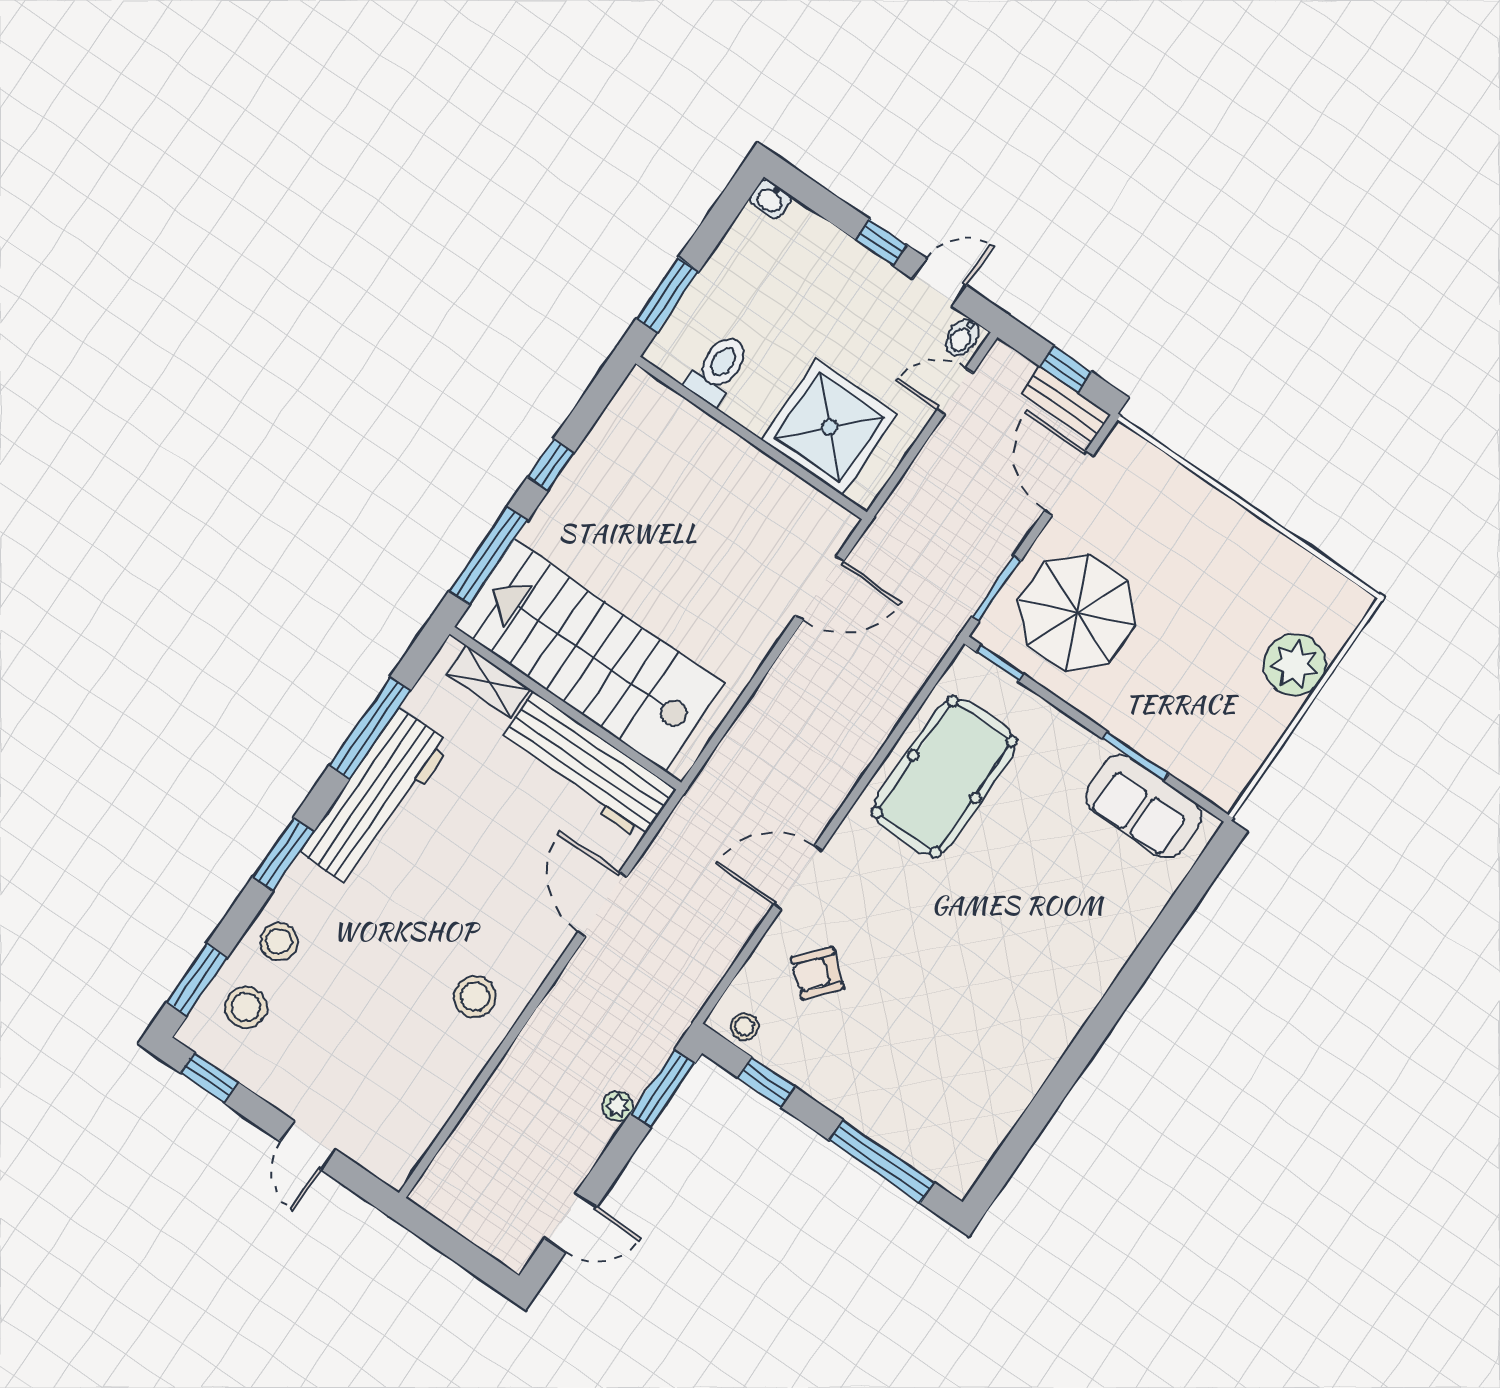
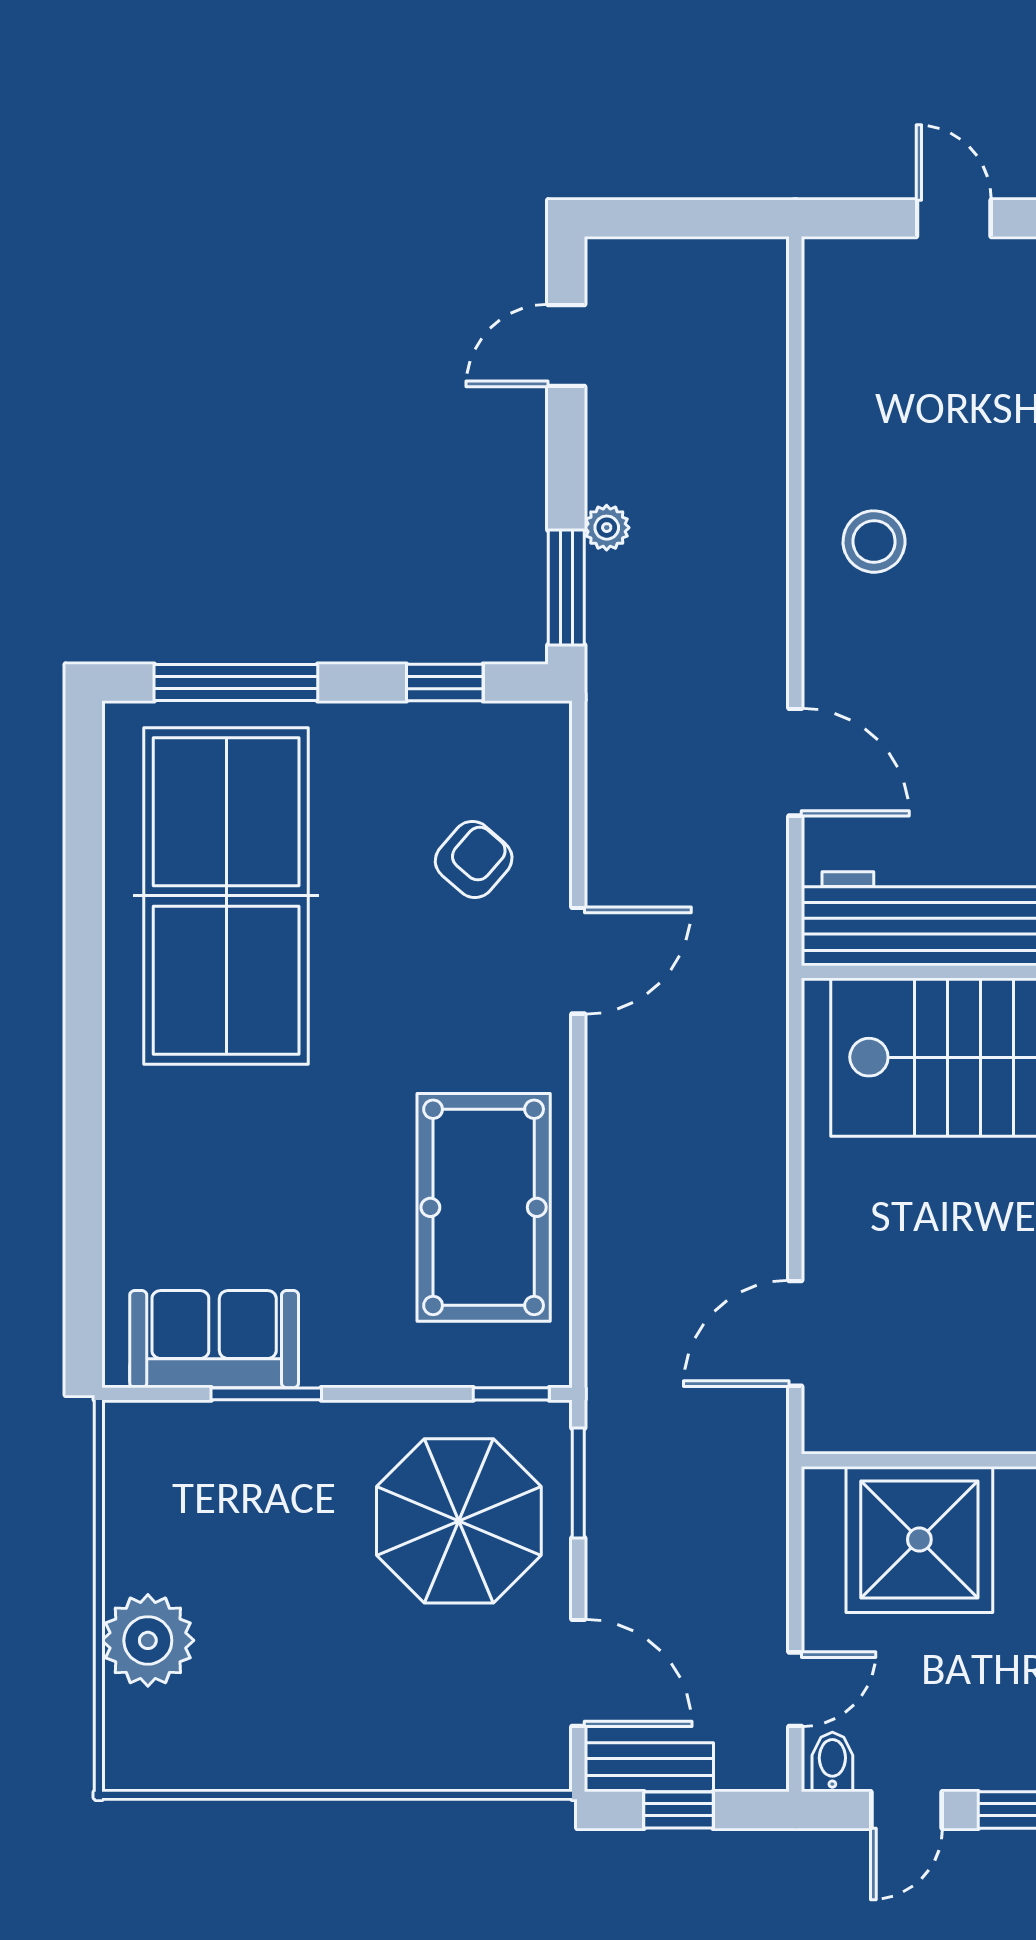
stool: (744, 1026) -> (518, 732), removed
table tennis table: (968, 1047) -> (226, 896), added

